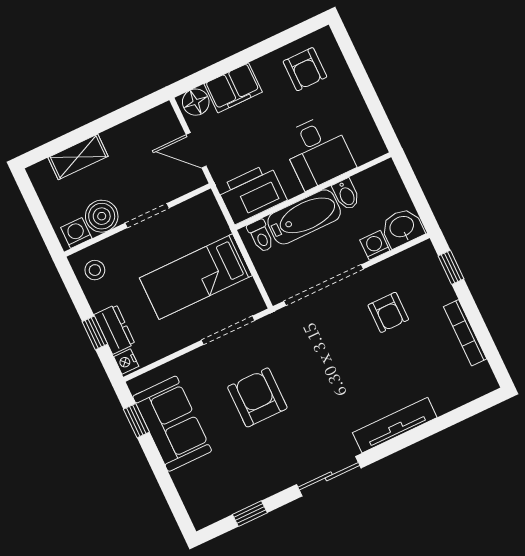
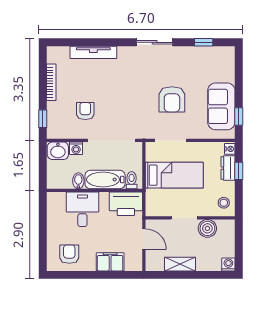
floor lamp: (196, 102) -> (132, 264), removed
shelving: (78, 157) -> (180, 264), moved
washing machine: (76, 233) -> (228, 264), moved, turned 180
tv unit: (395, 425) -> (93, 52), moved

